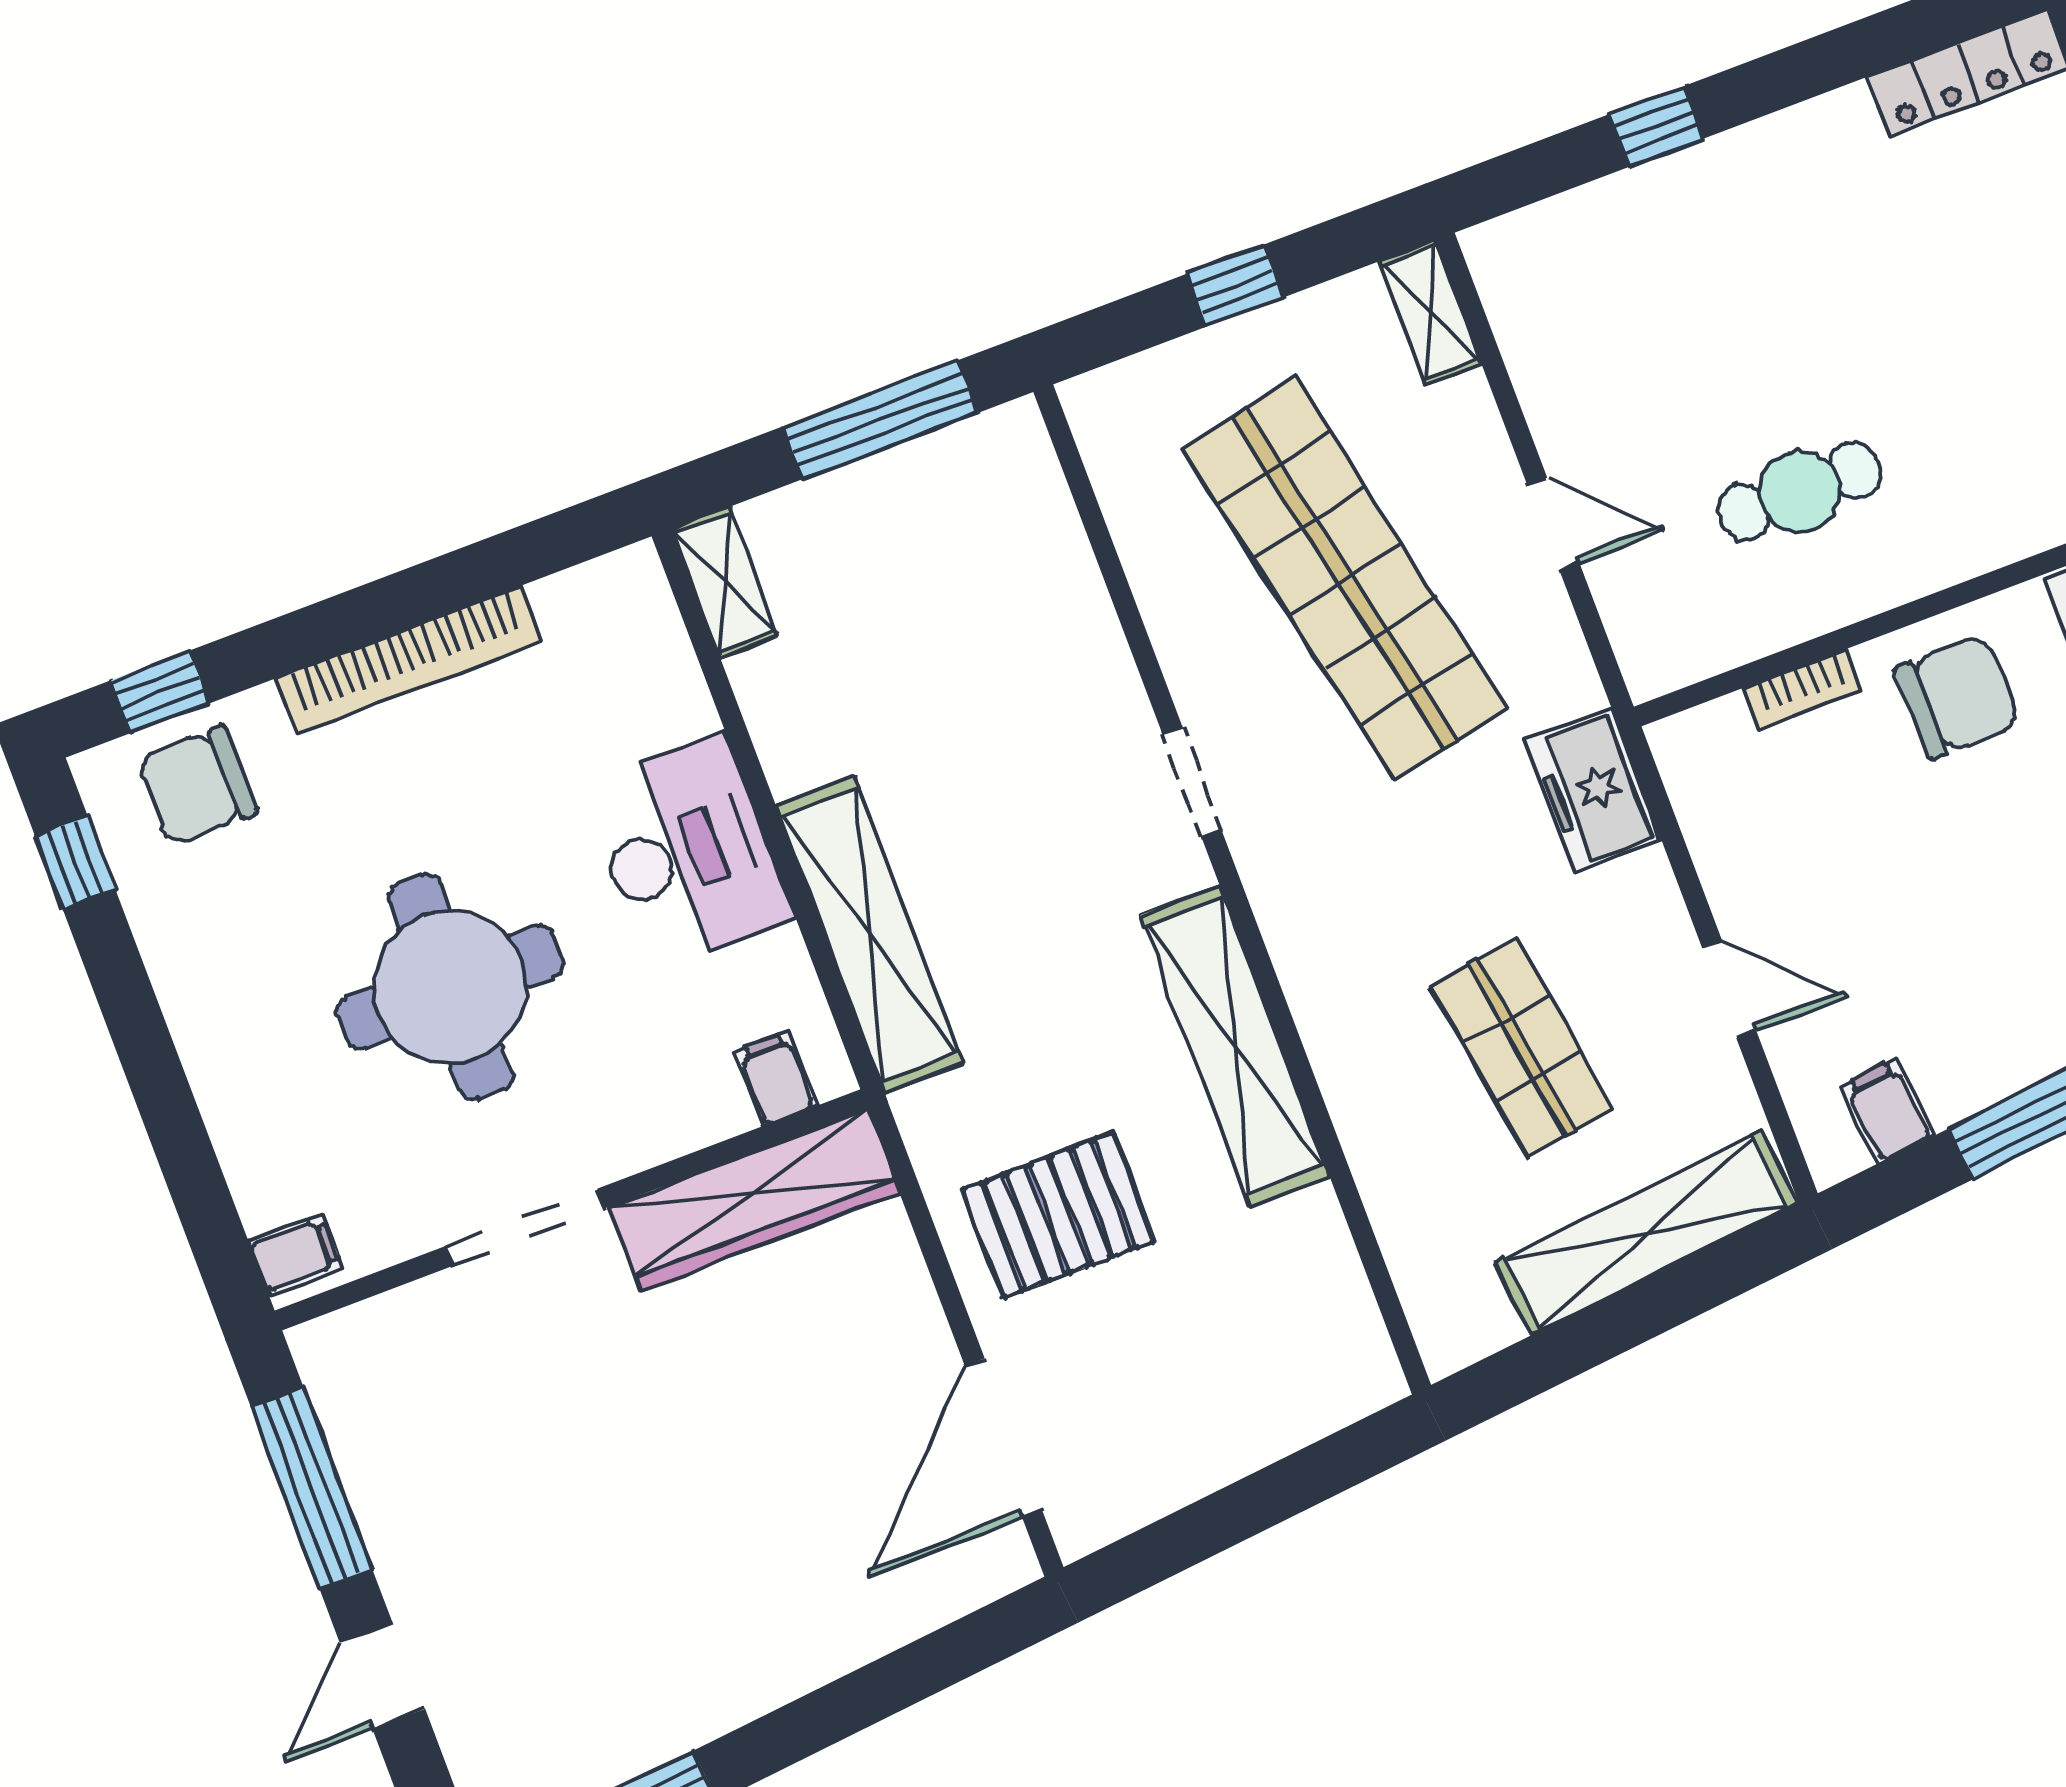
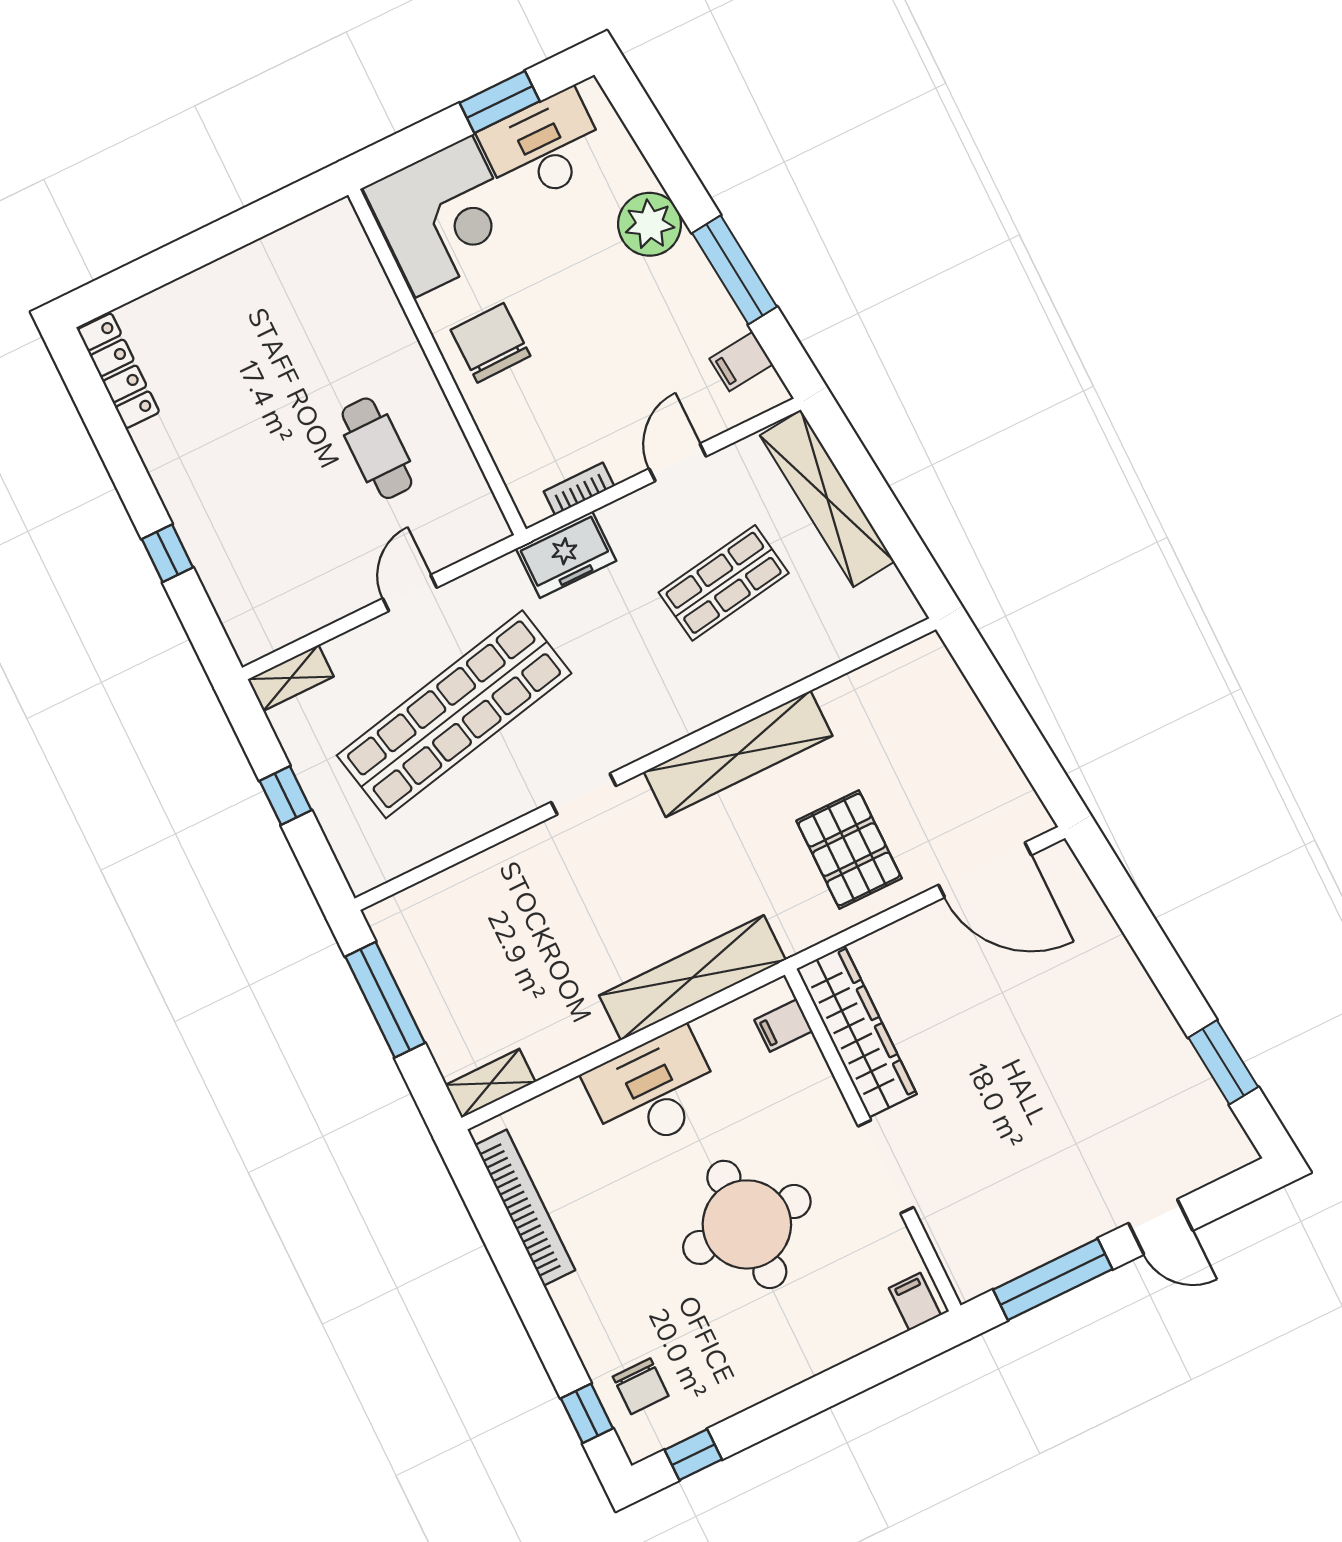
bookcase: (409, 660) -> (525, 1208), moved
bookcase: (1803, 689) -> (579, 489), moved, turned -90
chair: (197, 785) -> (641, 1386), width x0.73, depth x0.73

